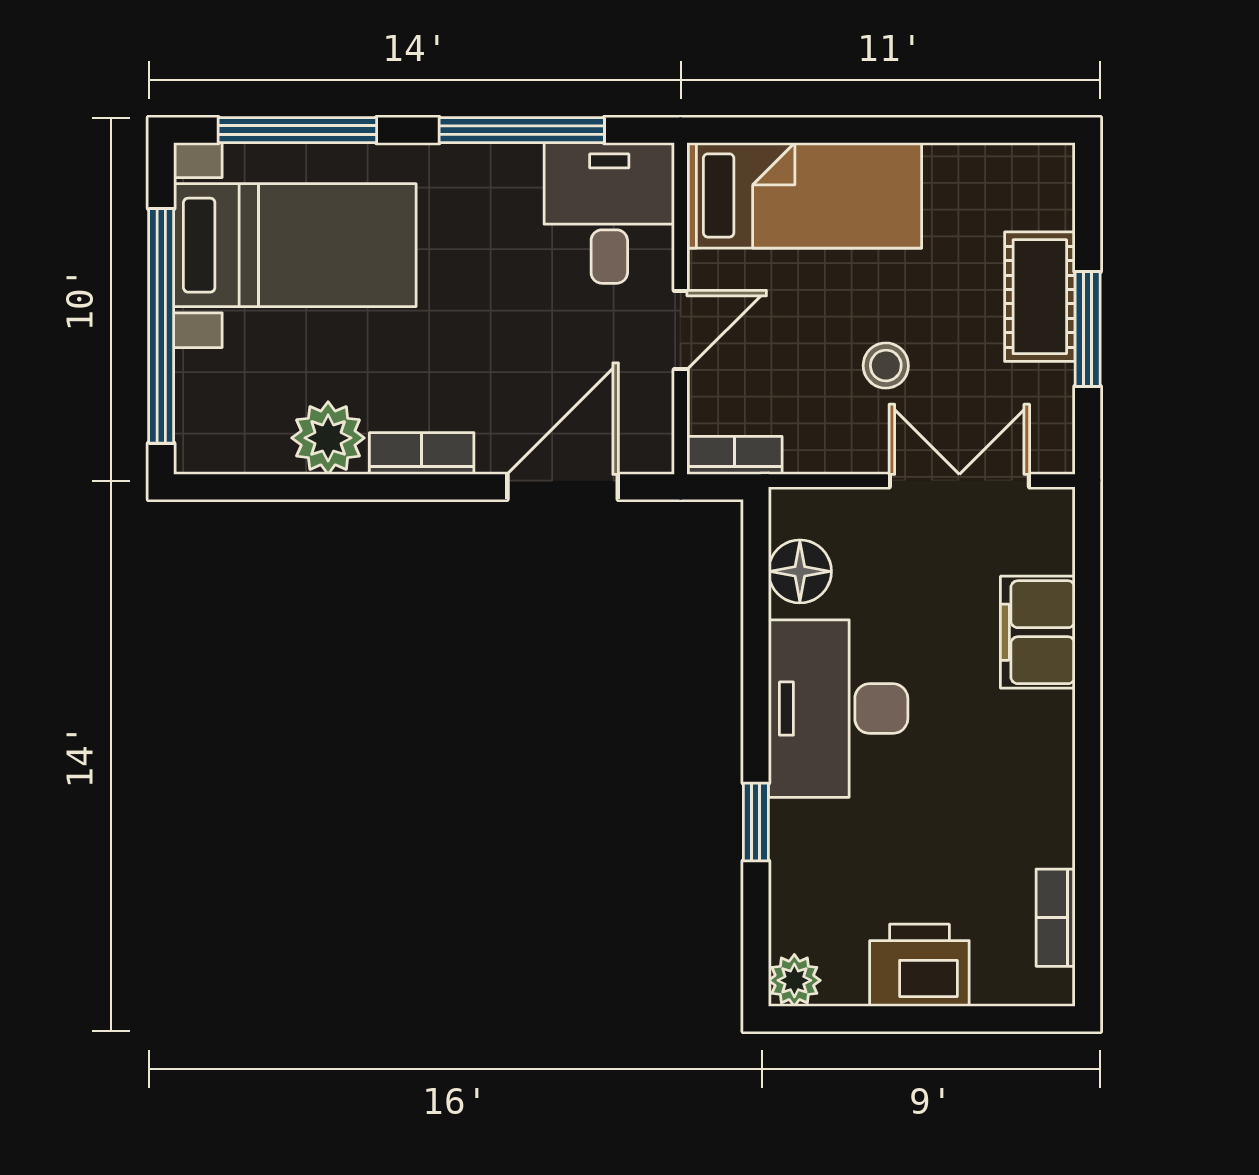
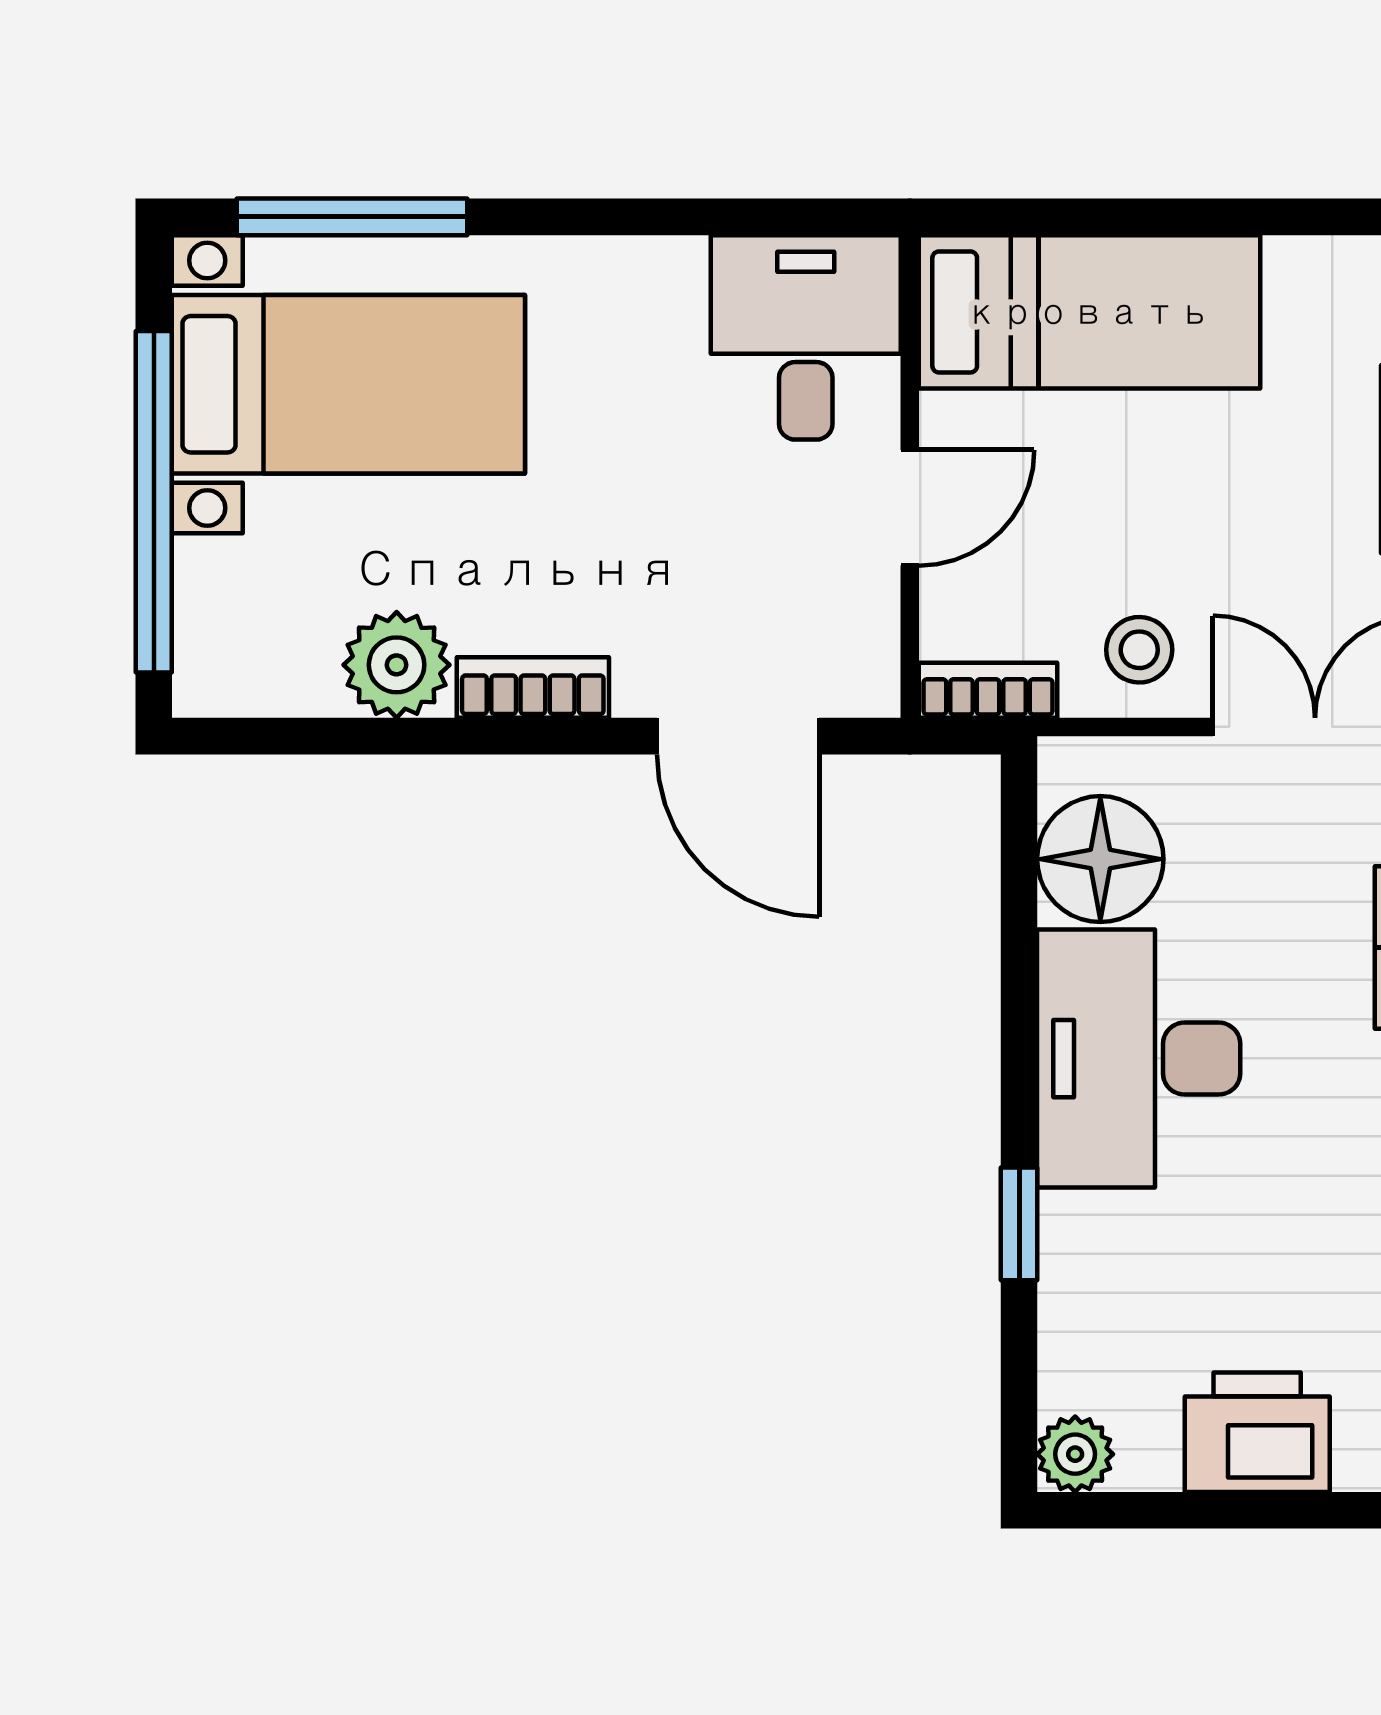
window: (522, 130) -> (678, 217), removed
stool: (886, 366) -> (1139, 650), moved
door: (563, 487) -> (738, 736), swing flipped
floor lamp: (800, 571) -> (1100, 859), width x1.38, depth x1.38

